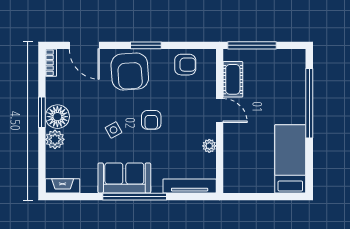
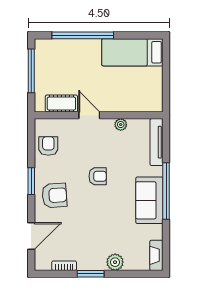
window: (252, 45) -> (31, 71), moved
bookcase: (51, 63) -> (64, 266), moved
armchair: (130, 72) -> (54, 195), width x0.73, depth x0.73
door: (220, 111) -> (89, 115), hinge flipped
floor lamp: (57, 117) -> (95, 260), removed
side table: (114, 130) -> (107, 210), removed

